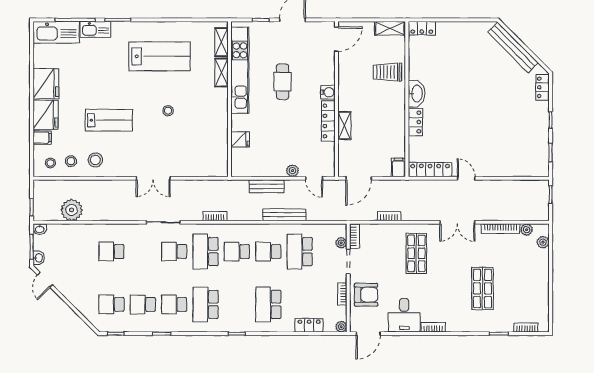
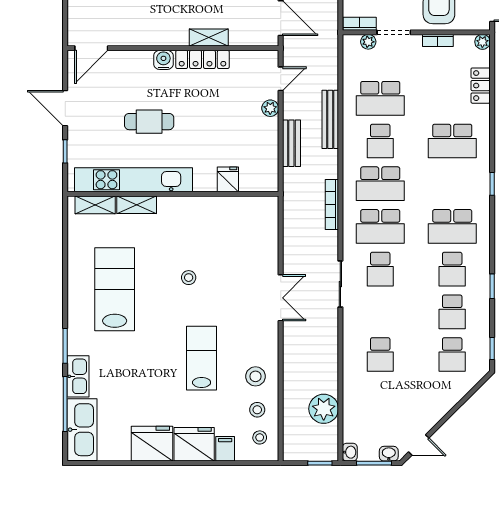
door: (336, 39) -> (91, 48), swing flipped
bookcase: (215, 216) -> (332, 204), width x1.56
school desk: (237, 252) -> (380, 184), width x1.85

